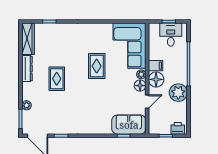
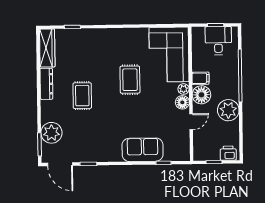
plant: (27, 105) -> (51, 133), width x1.88, depth x1.88
sofa: (129, 125) -> (143, 150), moved

